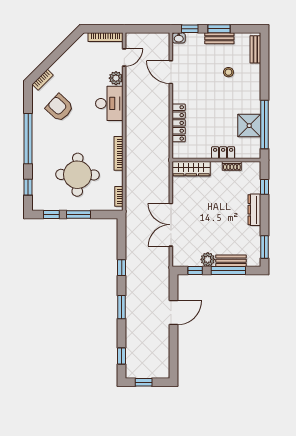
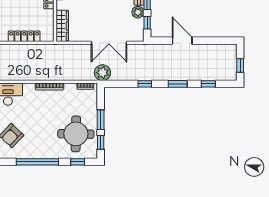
round table: (78, 175) -> (76, 134), moved
plant: (135, 217) -> (102, 73), added
window: (122, 356) -> (208, 84), moved

